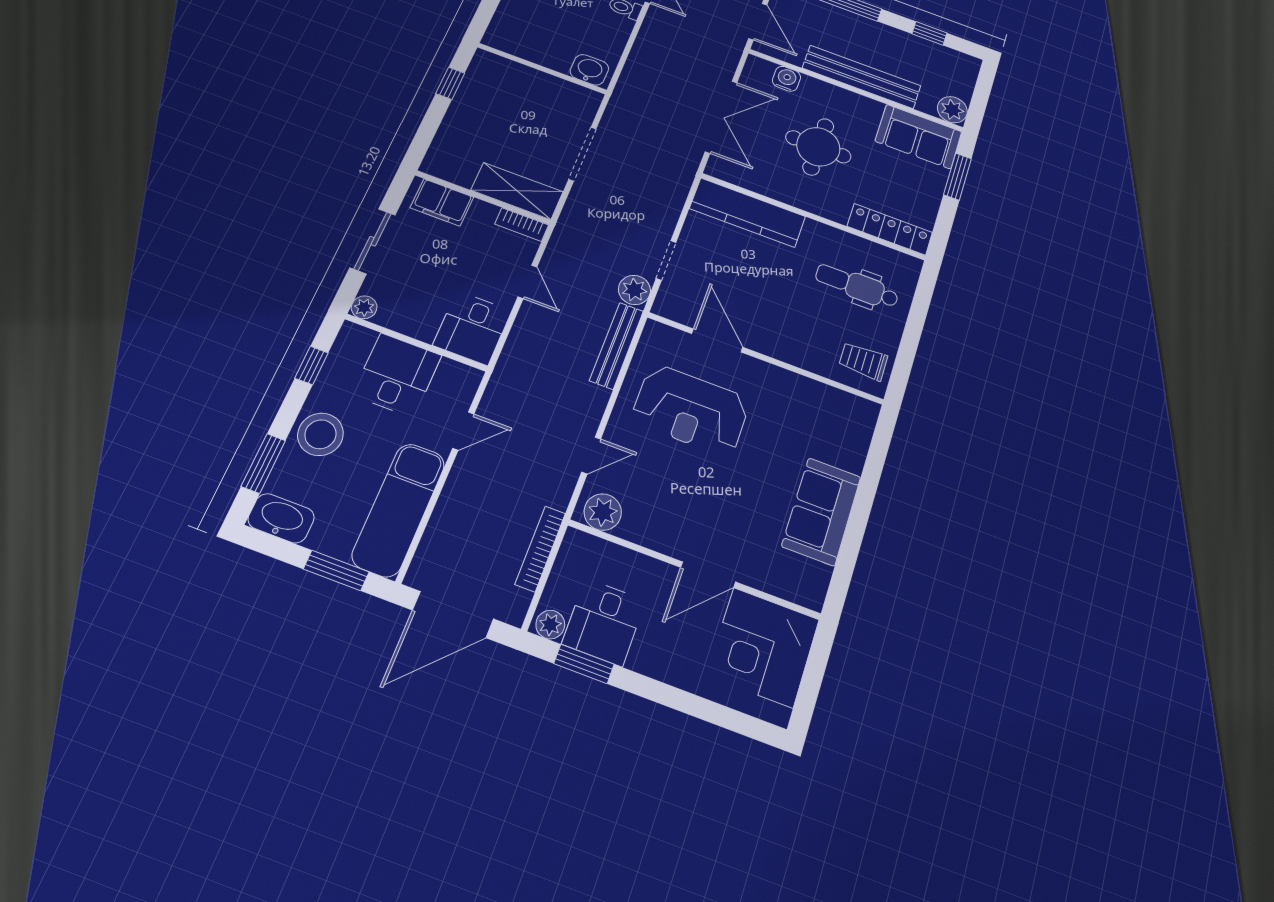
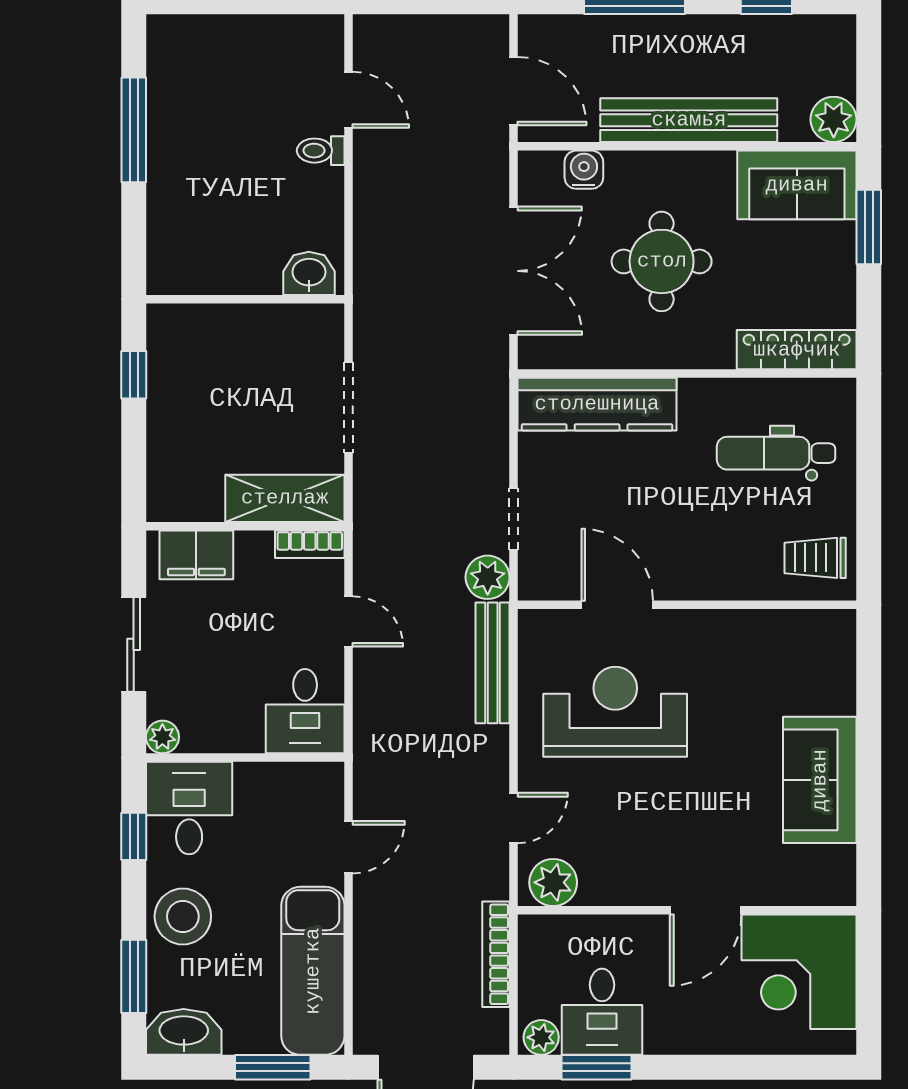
desk: (397, 375) -> (189, 808), moved
reception desk: (691, 410) -> (615, 712), turned 180

